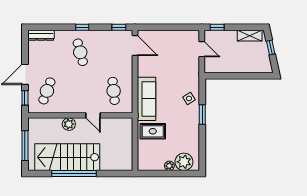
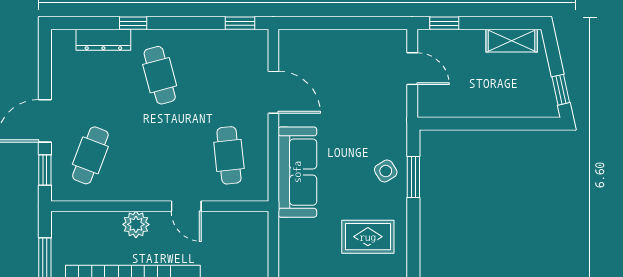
window: (82, 27) -> (133, 23), moved
dresser: (41, 35) -> (103, 40), moved
door: (135, 46) -> (273, 92), moved
window: (271, 47) -> (561, 90), moved
window: (202, 115) -> (413, 177), moved
rug: (153, 131) -> (368, 237), moved

